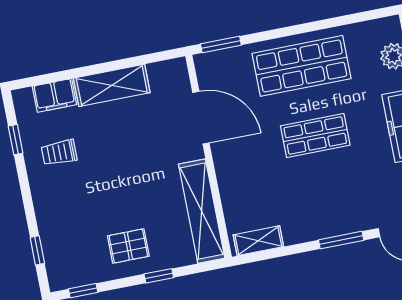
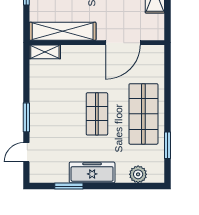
window: (221, 44) -> (167, 145), moved
shelving: (258, 241) -> (45, 52), moved, turned 90

